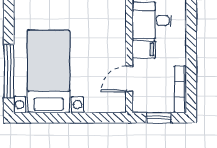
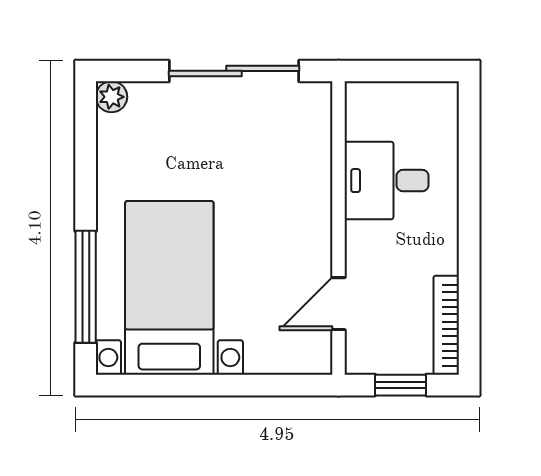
filing cabinet: (144, 49) -> (369, 241), removed

